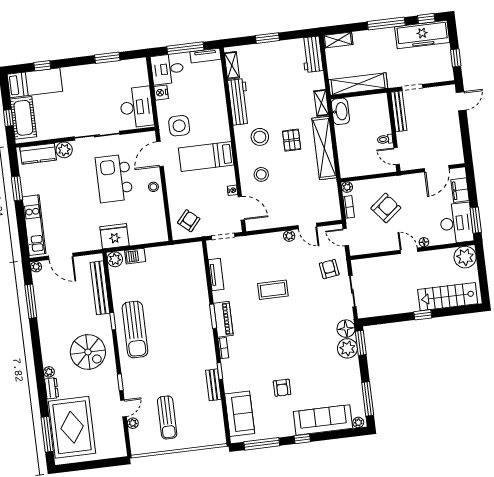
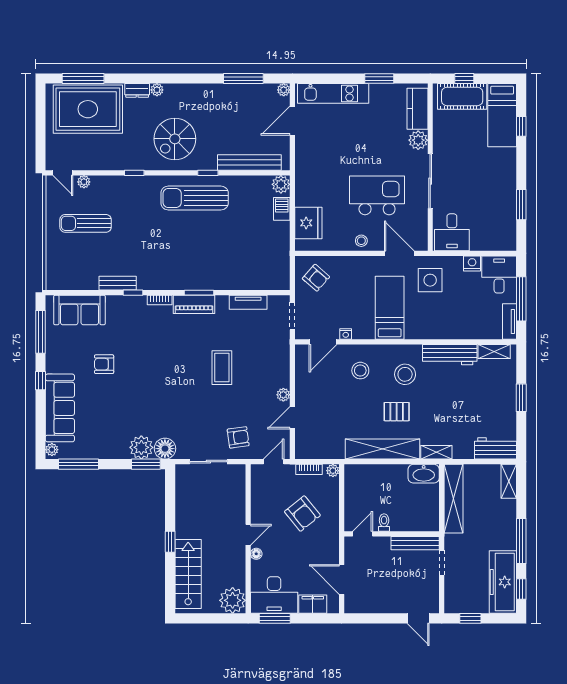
desk: (137, 107) -> (452, 232), width x0.73
fridge: (114, 236) -> (308, 223), moved
door: (123, 408) -> (63, 173), moved

